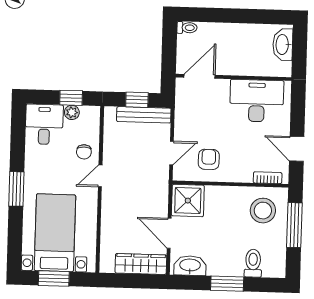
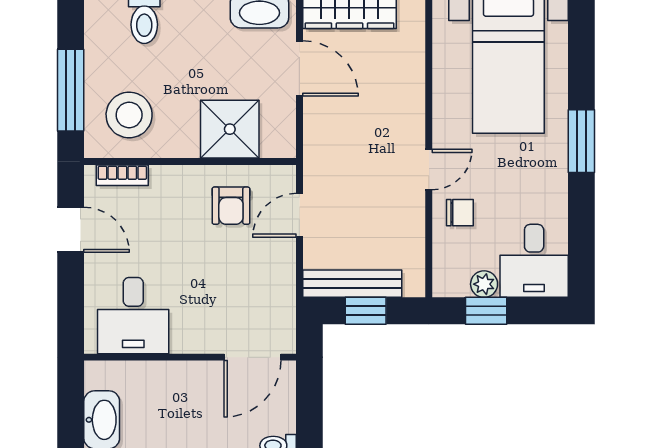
desk: (257, 101) -> (133, 316), width x0.73
chair: (84, 152) -> (460, 213), turned 90
shower: (188, 201) -> (230, 129), moved

